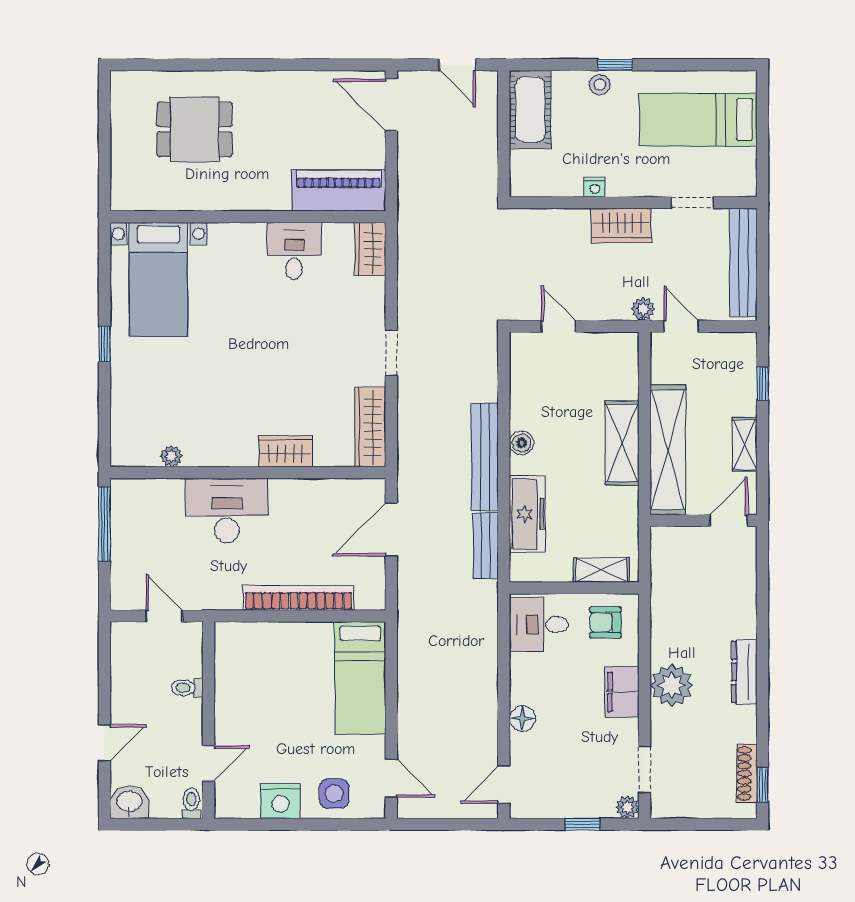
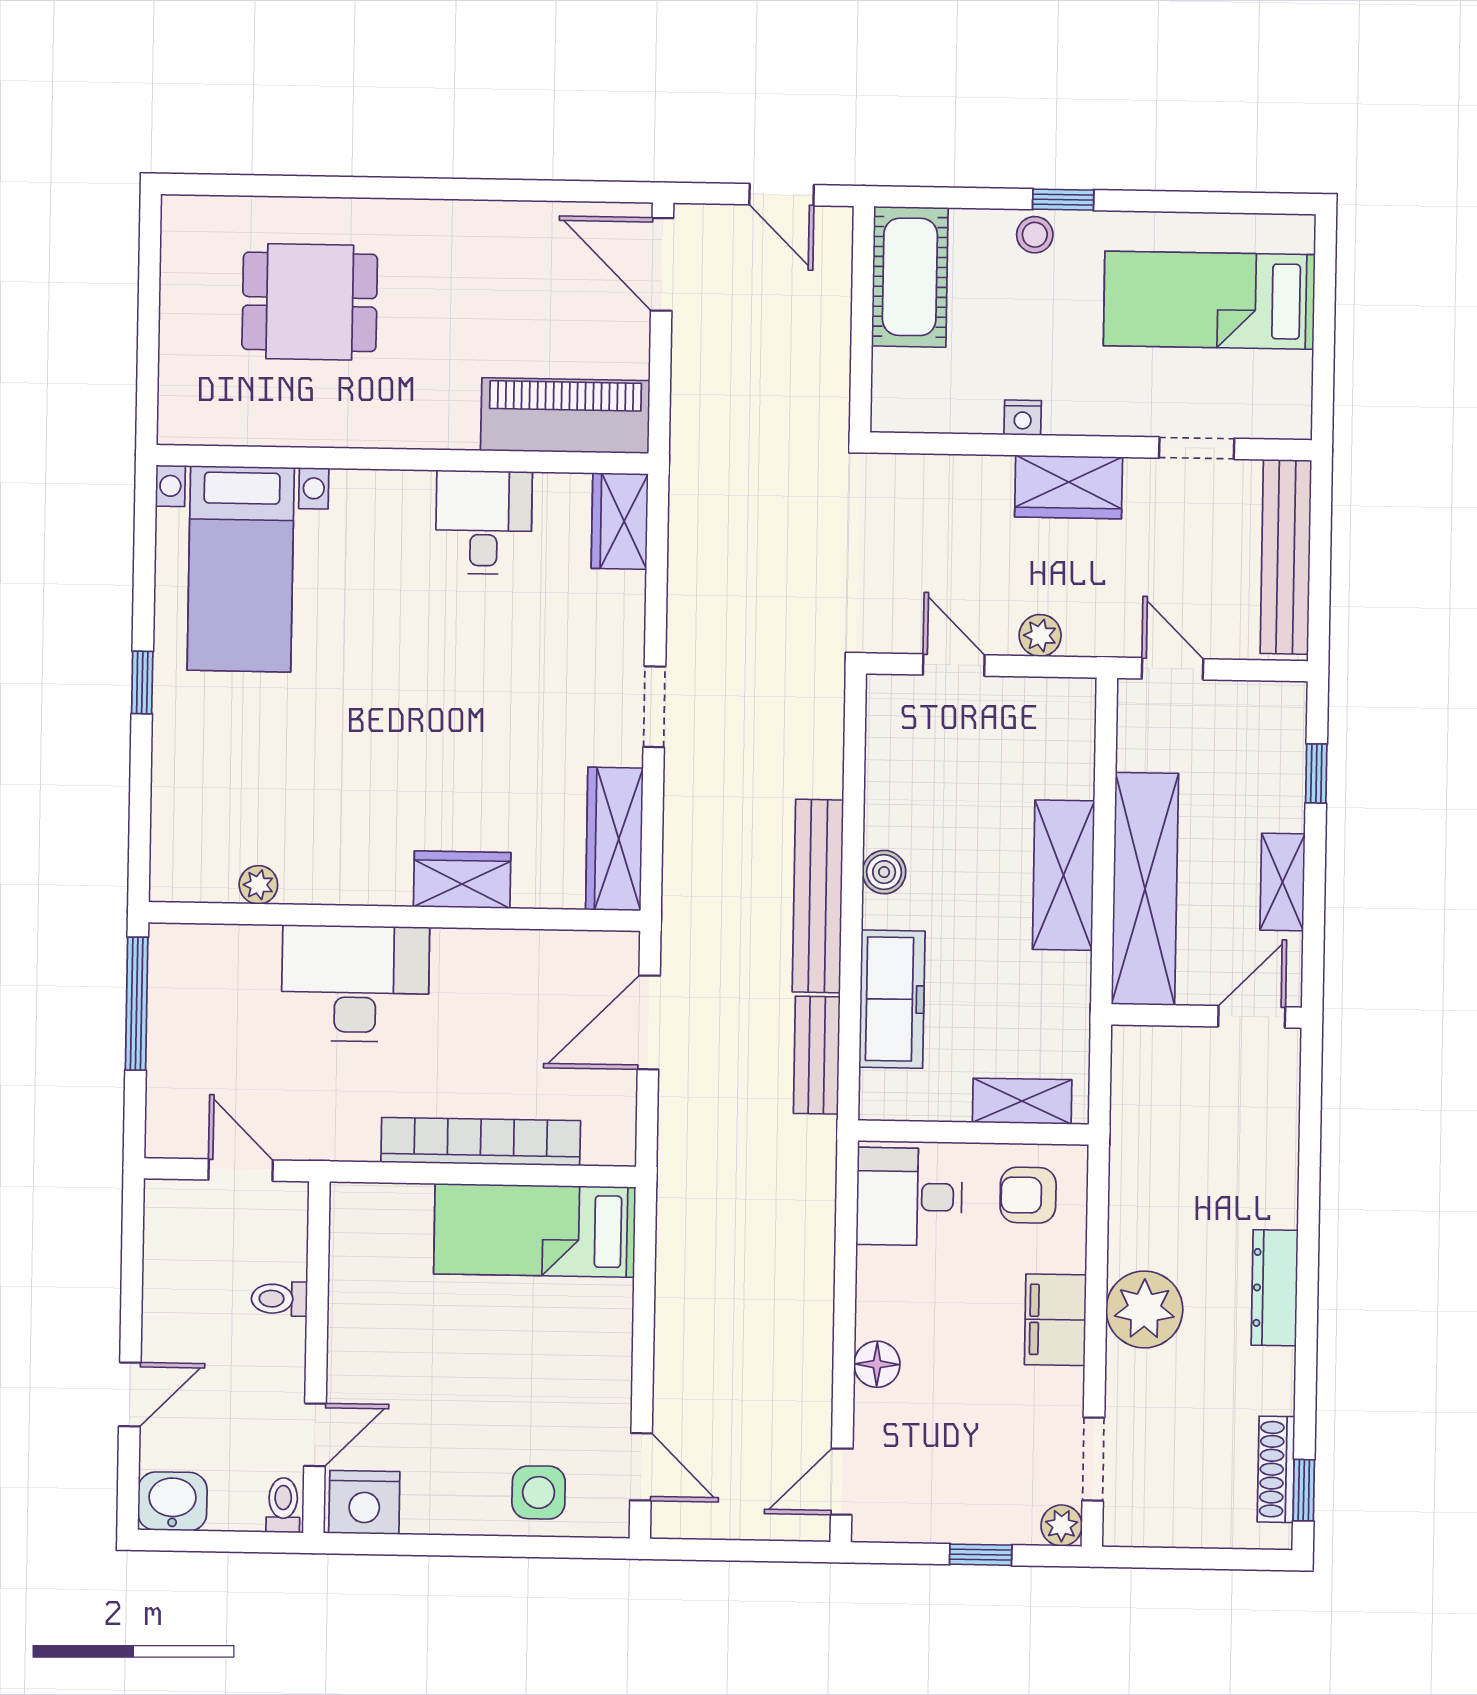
plant: (643, 309) -> (1040, 635), moved
bed: (360, 678) -> (535, 1230), moved, turned 90
nightstand: (280, 801) -> (364, 1502), moved

